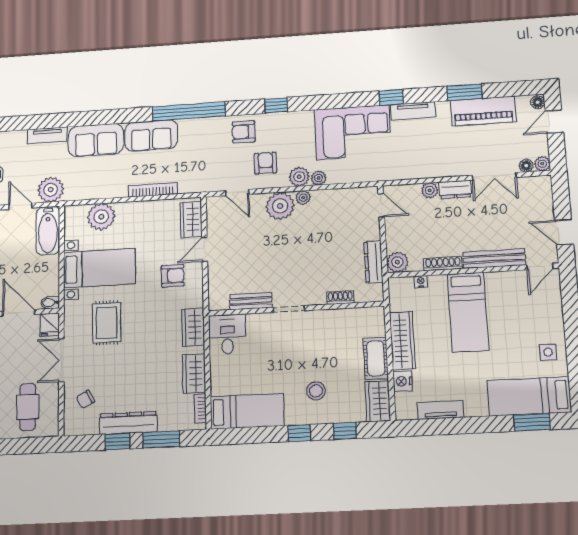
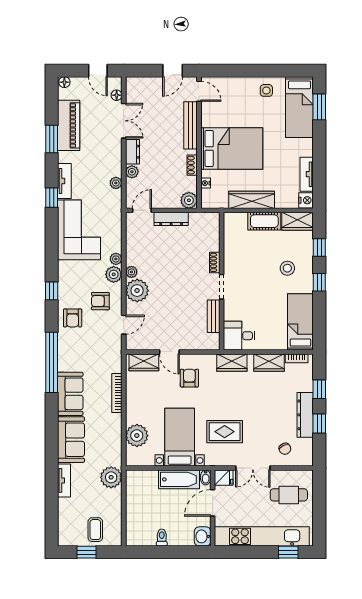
door: (554, 122) -> (98, 71), moved
plant: (542, 164) -> (116, 183), moved
door: (20, 206) -> (124, 502), removed
bathtub: (48, 231) -> (179, 479), moved
dresser: (374, 262) -> (171, 219), moved
shoe rack: (443, 264) -> (192, 165), width x0.70
shoe rack: (340, 298) -> (215, 262), moved
bed: (468, 312) -> (232, 149), width x1.50
nightstand: (403, 381) -> (306, 200), moved, turned -90
window: (161, 439) -> (319, 389), width x0.67

